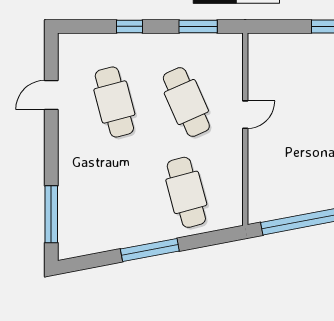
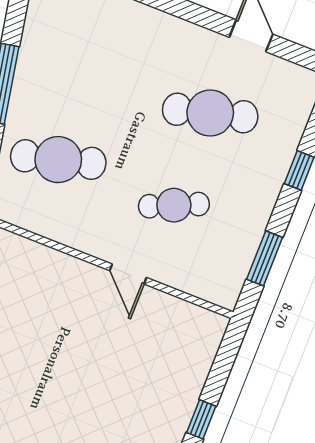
cafe table: (186, 102) -> (174, 205), width x0.73, depth x0.74

